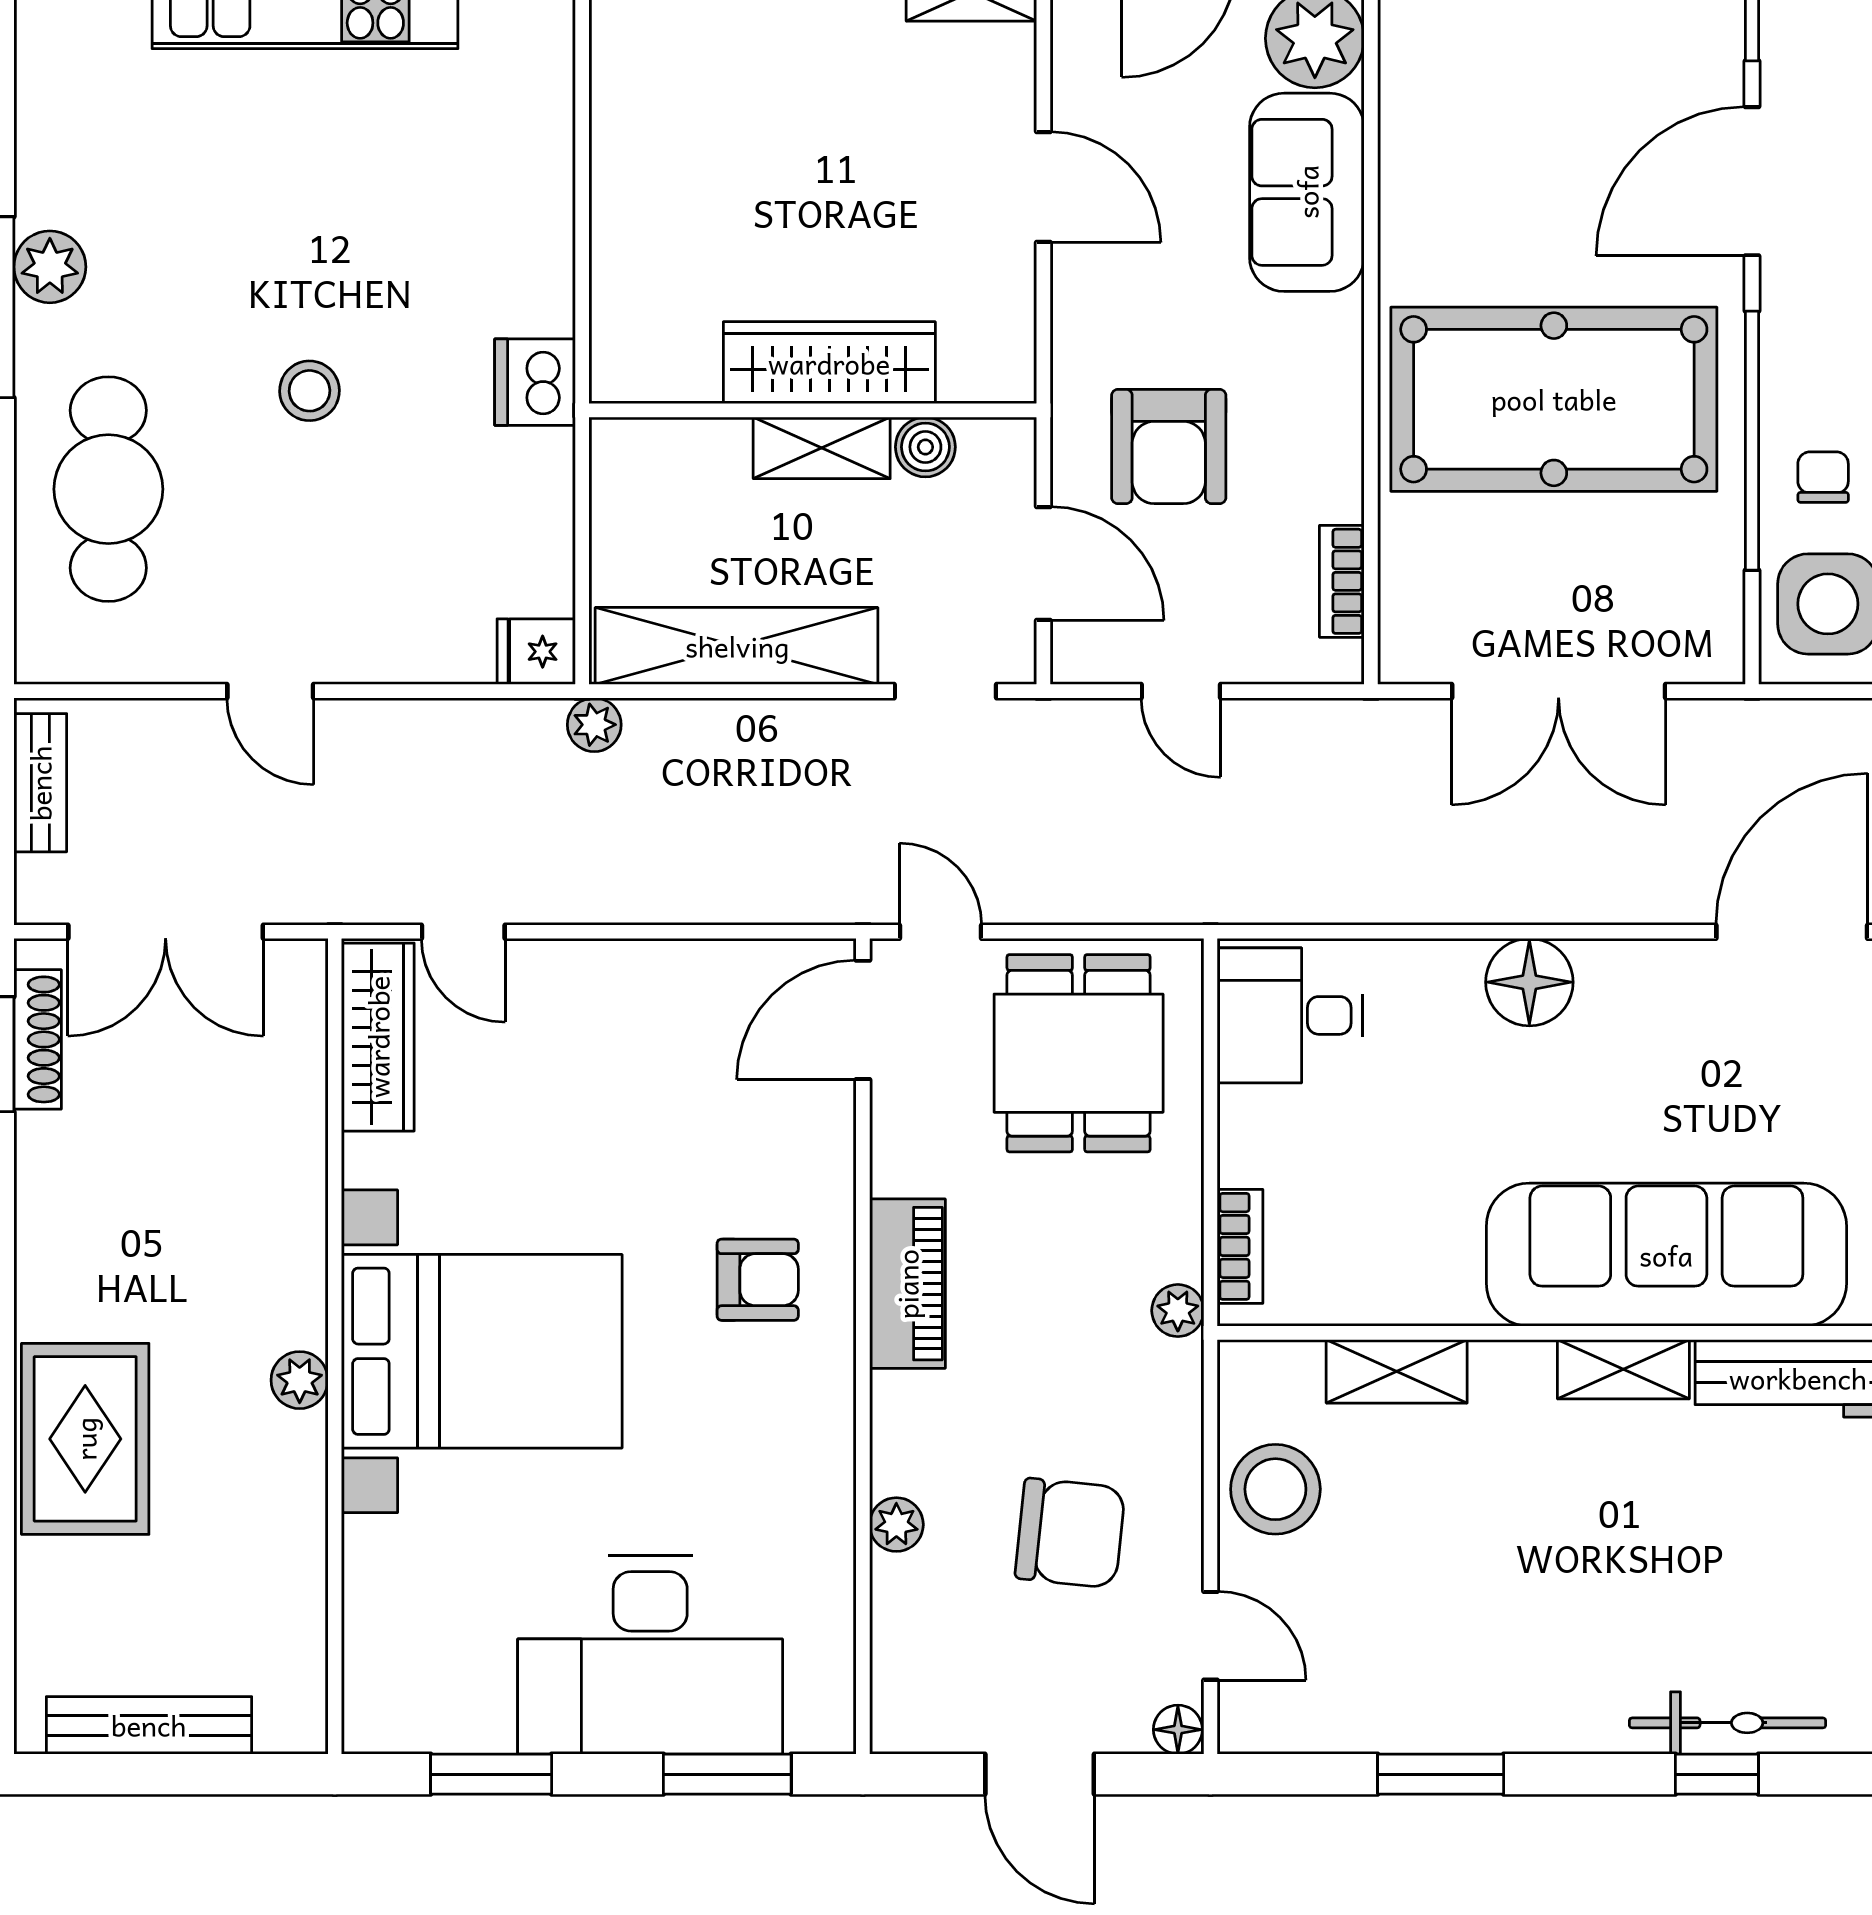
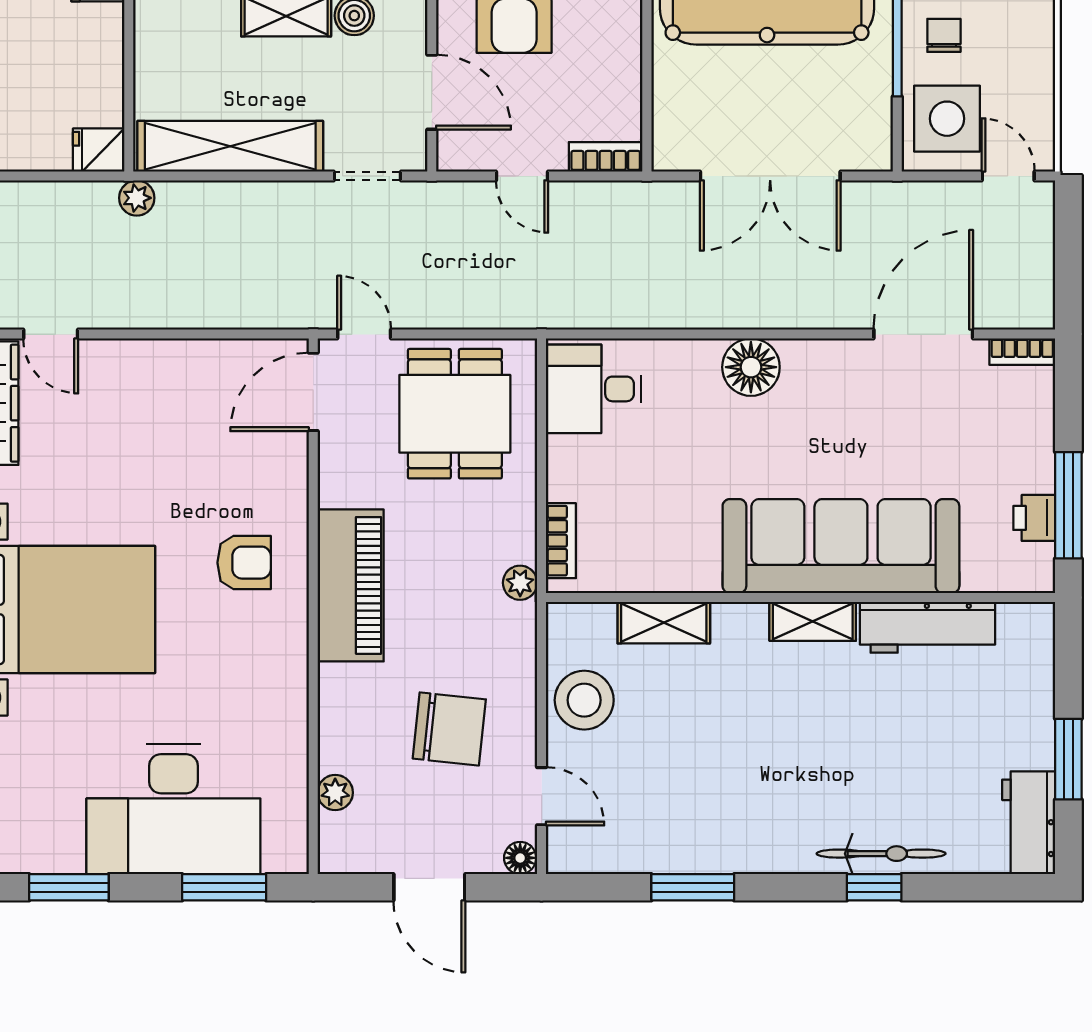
bookcase: (1342, 581) -> (606, 157), moved, turned 90
piano: (907, 1284) -> (351, 585), width x1.37, depth x1.33
plant: (896, 1525) -> (335, 793), moved

